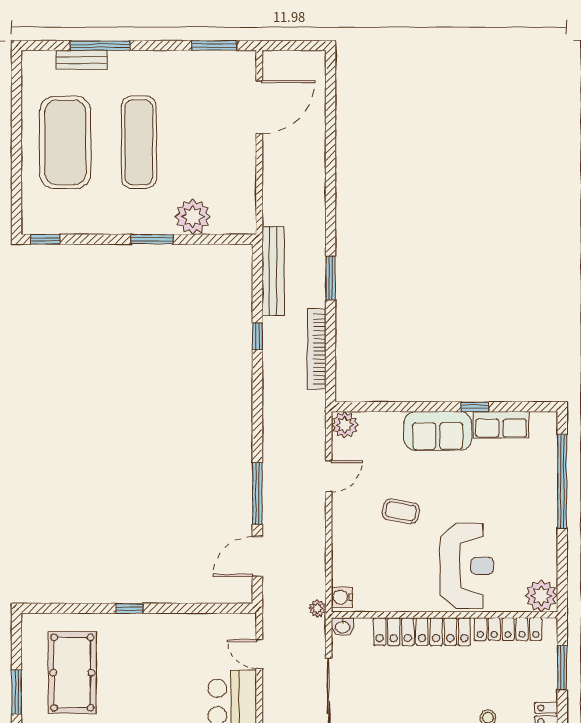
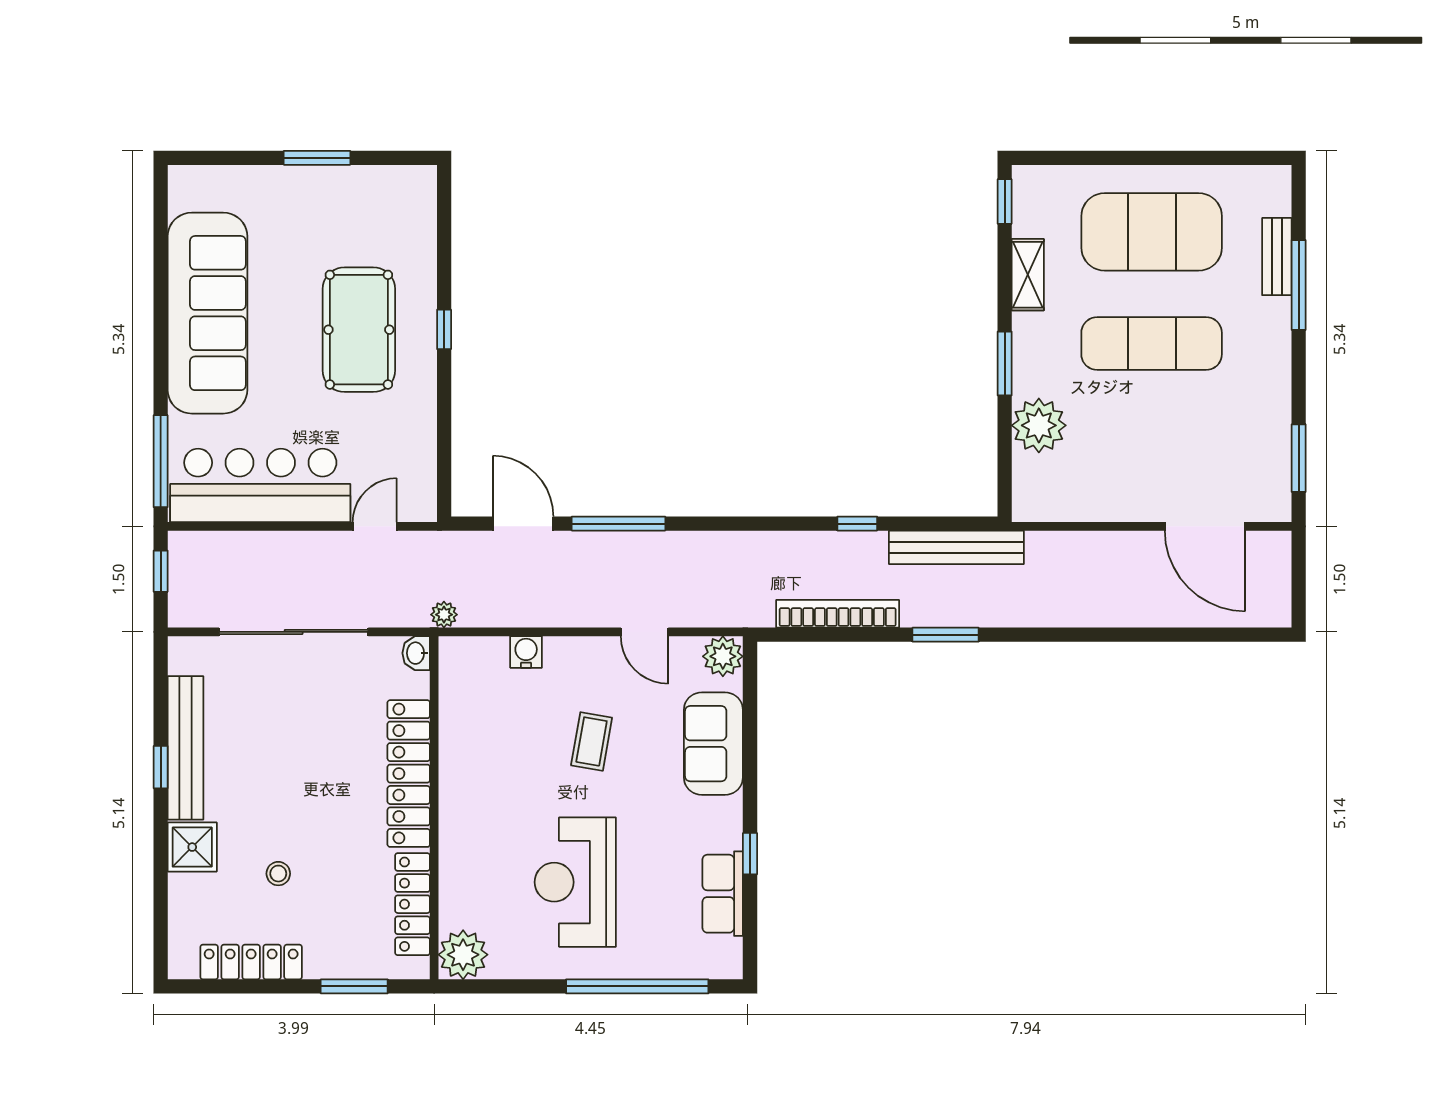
shelving: (93, 224) -> (1028, 275), added
sofa: (438, 431) -> (713, 744), moved
reception desk: (467, 566) -> (575, 882), moved, turned 90
water cooler: (342, 597) -> (526, 652), moved
pool table: (72, 673) -> (359, 330), moved, turned 90

